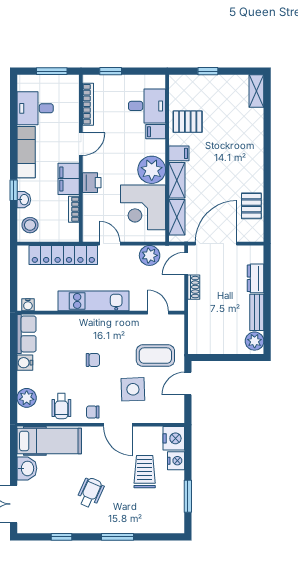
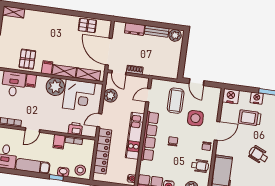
door: (81, 144) -> (32, 130), swing flipped
filing cabinet: (69, 179) -> (59, 142), width x0.50
printer: (92, 183) -> (75, 129), moved
row of seats: (96, 323) -> (150, 136), added
nightstand: (176, 461) -> (257, 98), moved

